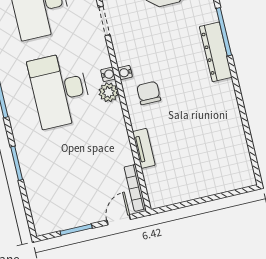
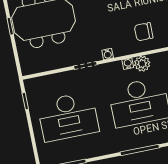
water cooler: (125, 73) -> (108, 54), moved

